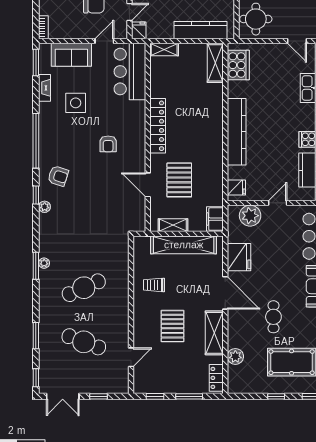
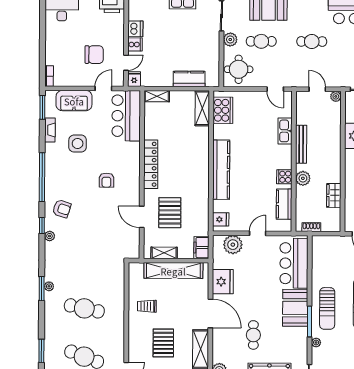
kitchen counter: (200, 30) -> (189, 79), width x0.67
cafe table: (84, 288) -> (84, 308), turned 36

